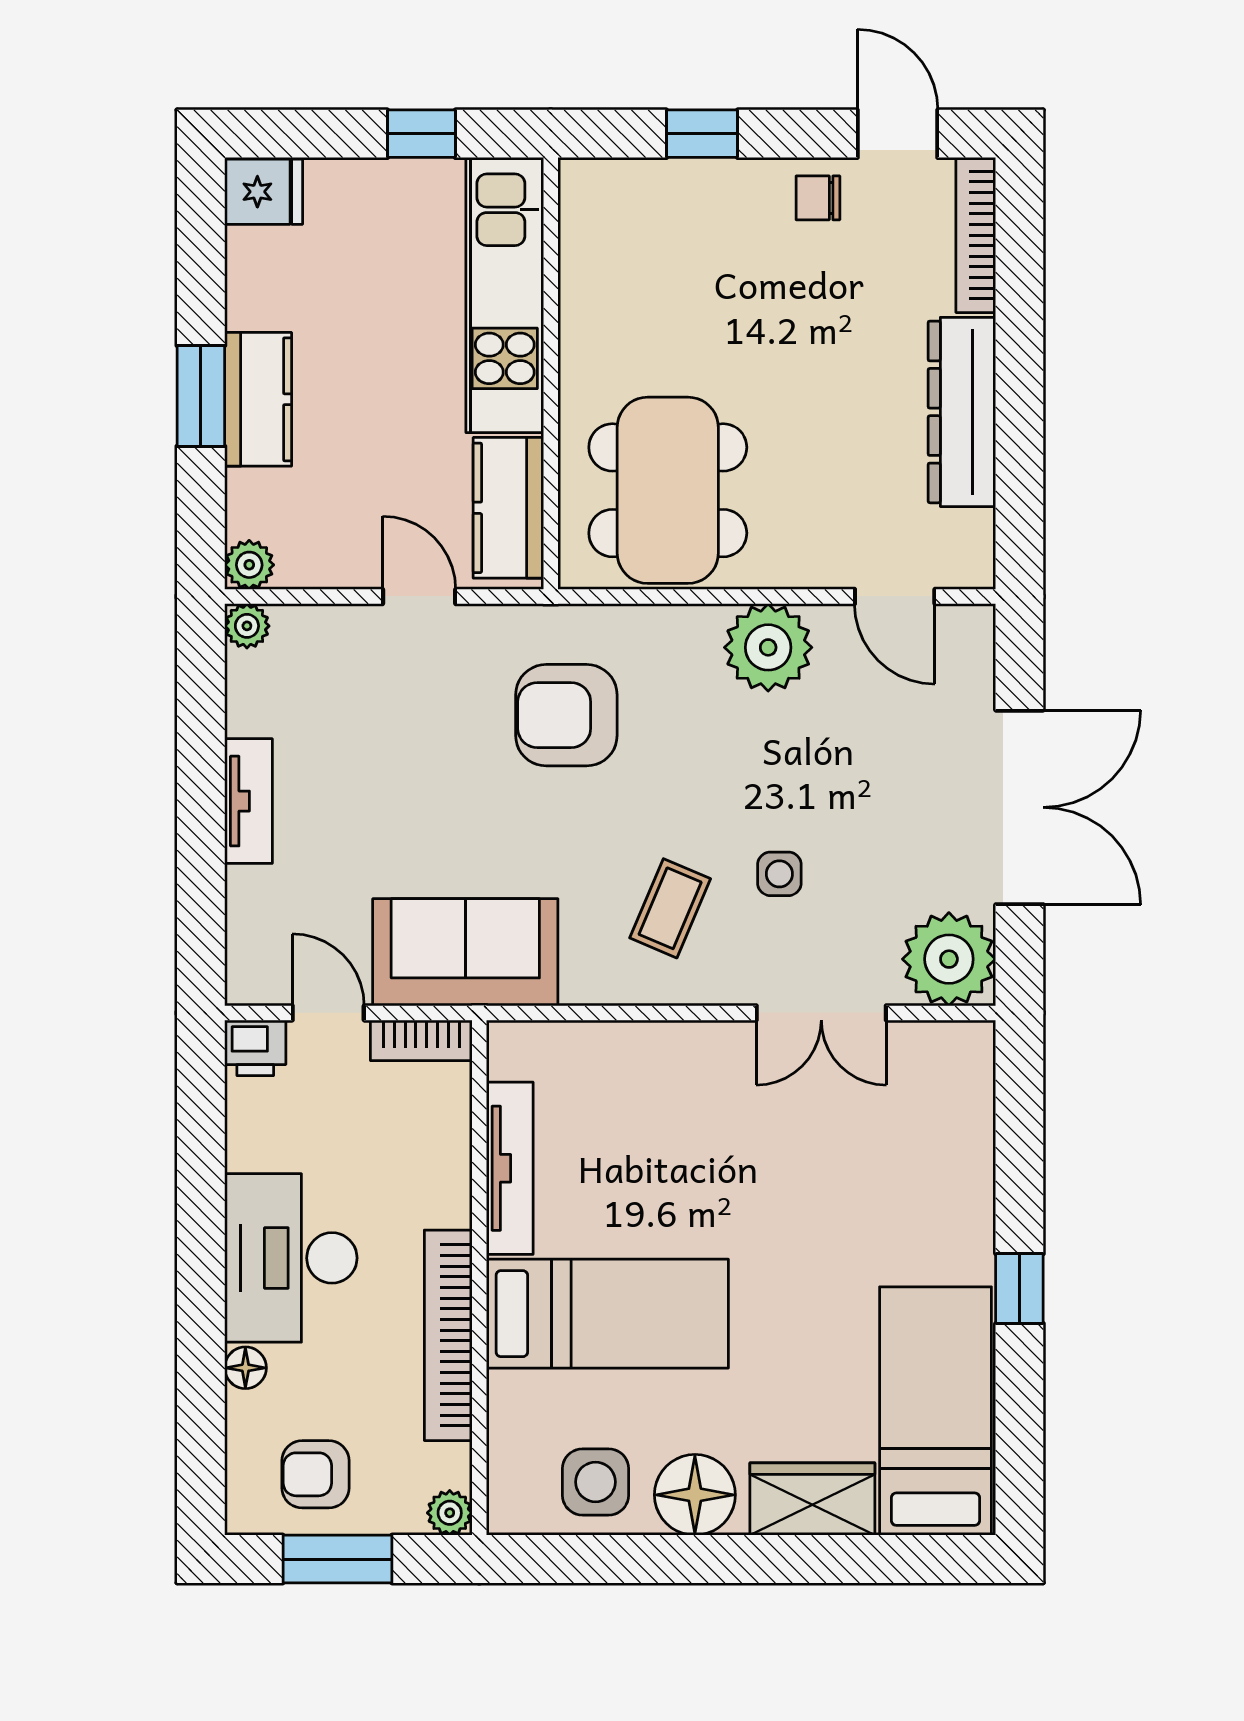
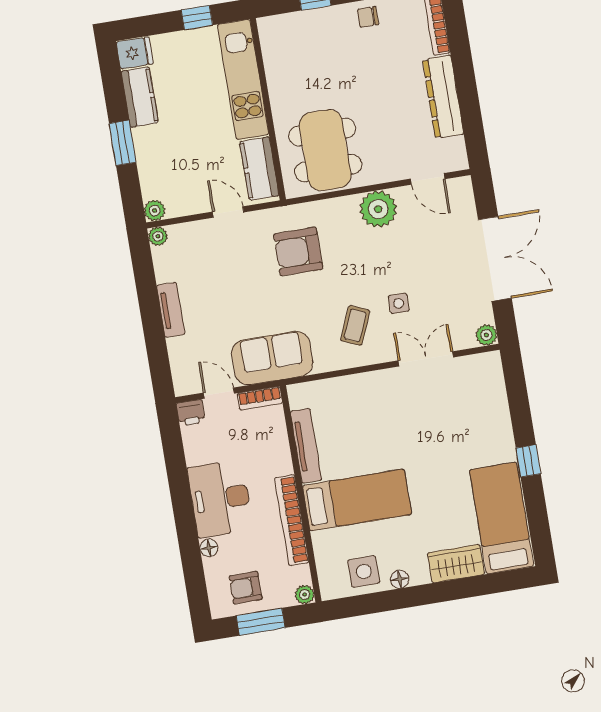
kitchen counter: (258, 399) -> (140, 97), moved
plant: (949, 959) -> (486, 335), width x0.53, depth x0.53
double door: (821, 1013) -> (426, 359), swing flipped
floor lamp: (695, 1495) -> (400, 579), width x0.53, depth x0.53

